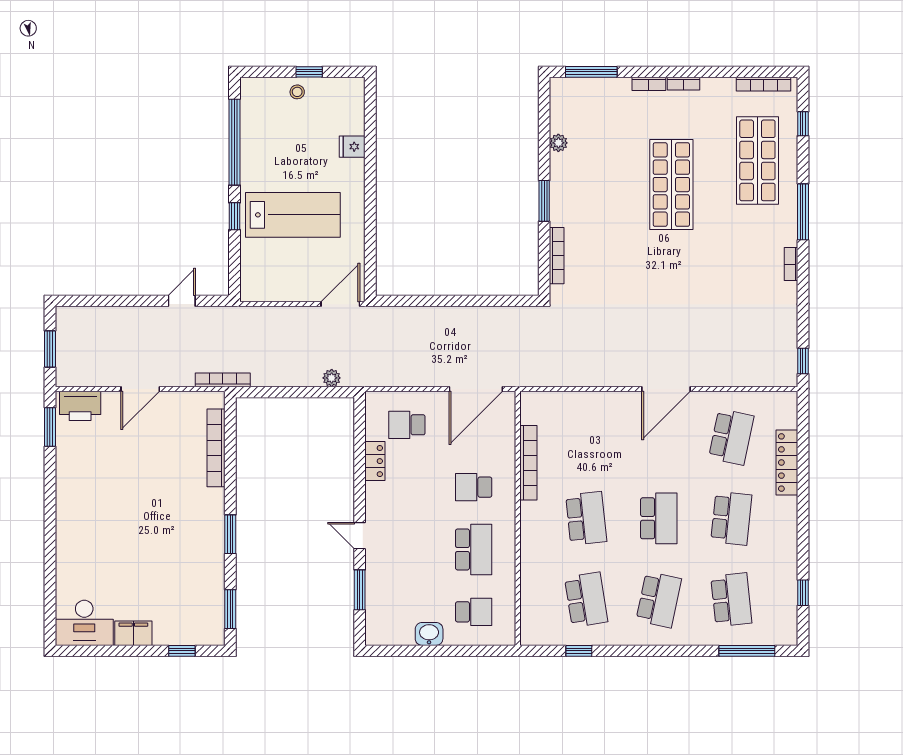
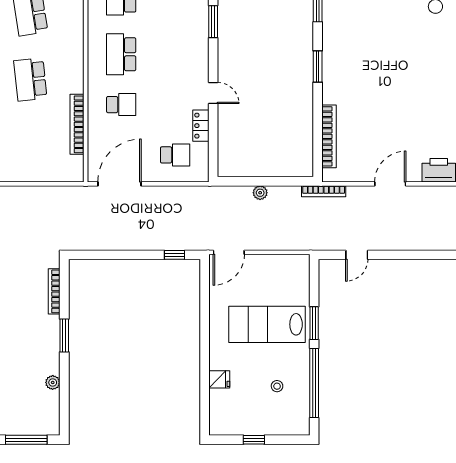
stool: (297, 92) -> (277, 386), moved
window: (235, 216) -> (314, 323), width x1.50
window: (408, 301) -> (174, 255), added
plant: (332, 378) -> (260, 193), moved
door: (360, 536) -> (213, 93), moved

